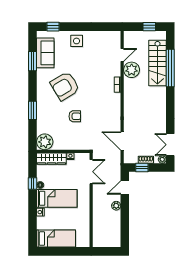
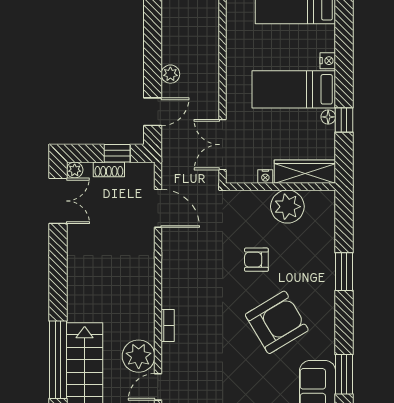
plant: (45, 142) -> (287, 207), moved

